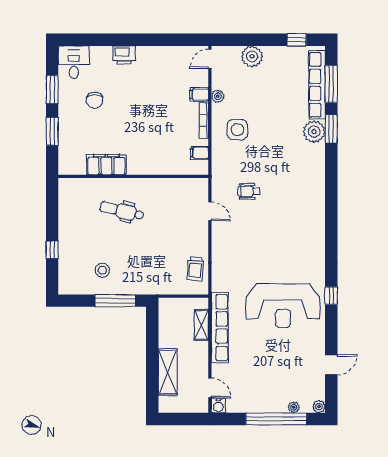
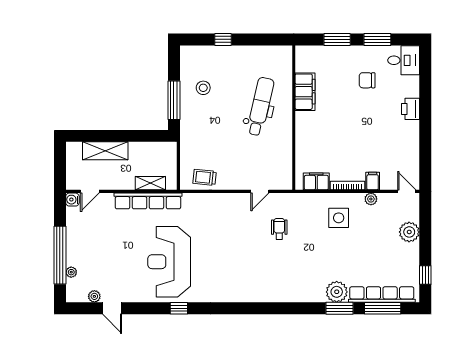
filing cabinet: (199, 153) -> (316, 181), width x2.00
dental chair: (122, 211) -> (260, 106), width x1.36, depth x1.38
plant: (319, 407) -> (94, 296), moved

